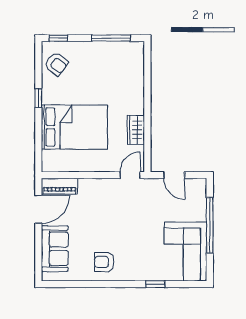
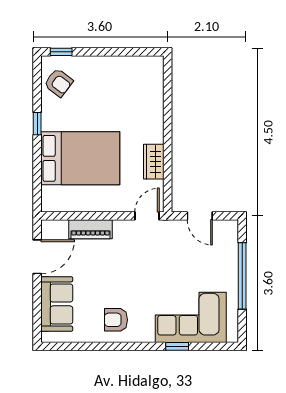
window: (111, 38) -> (124, 52), removed
piano: (59, 186) -> (91, 229), moved
corner sofa: (185, 251) -> (191, 317), moved, turned 90

